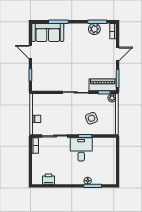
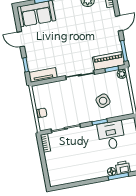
tv unit: (44, 86) -> (43, 75), added
desk: (81, 149) -> (111, 135), moved
printer: (48, 179) -> (123, 168), moved

